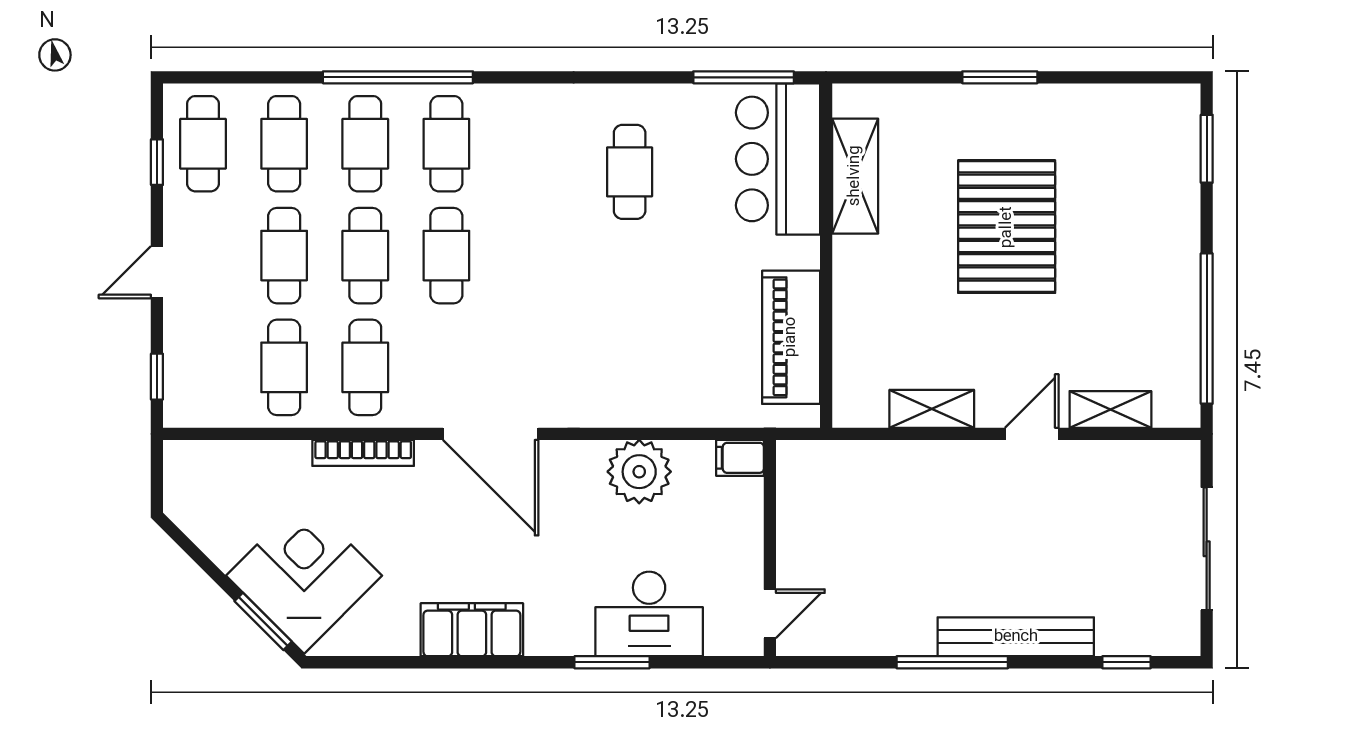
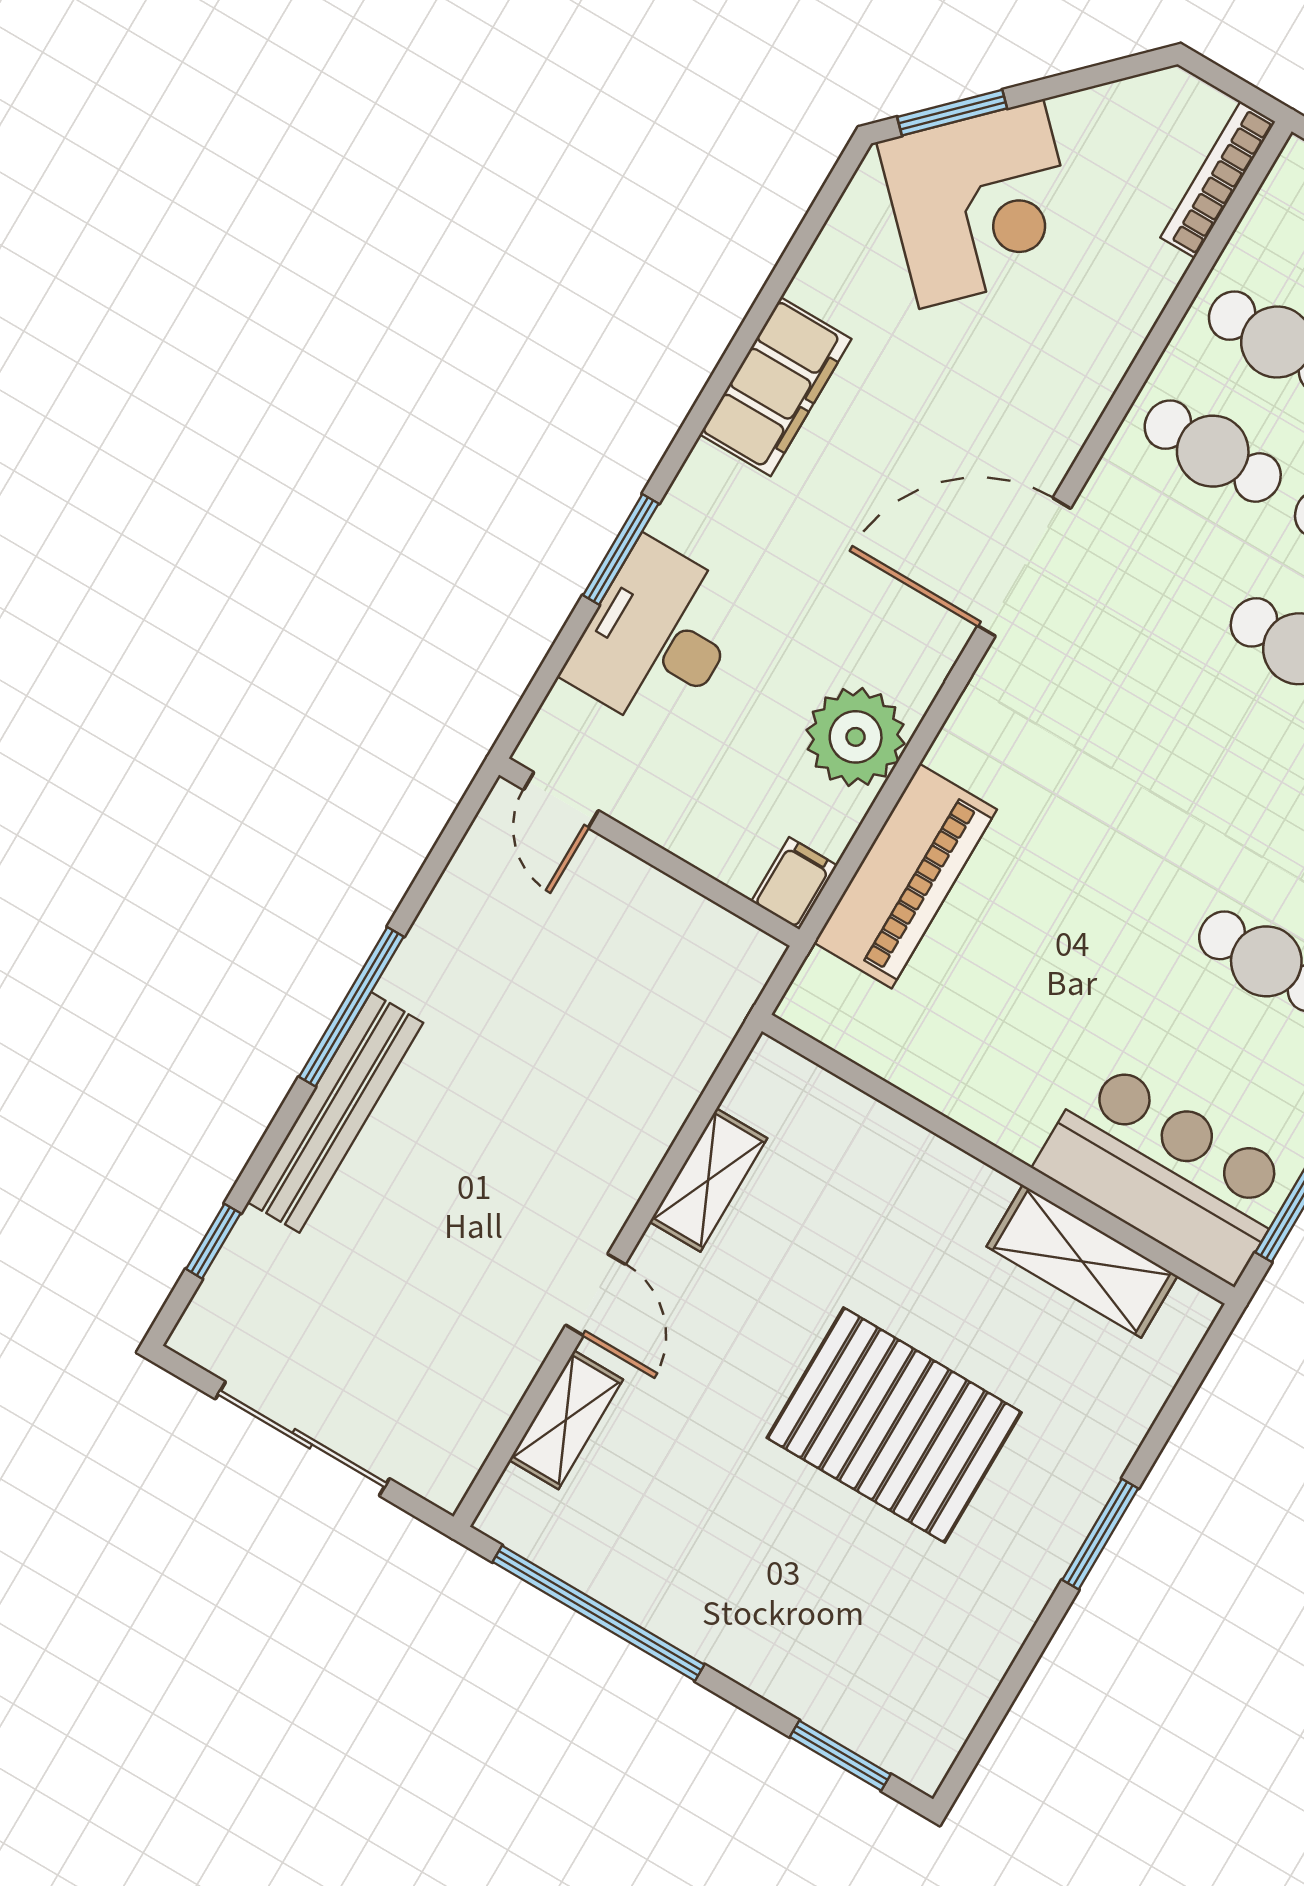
piano: (791, 337) -> (905, 876), moved, turned 90
bookcase: (363, 453) -> (1218, 180), moved

